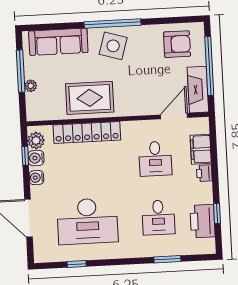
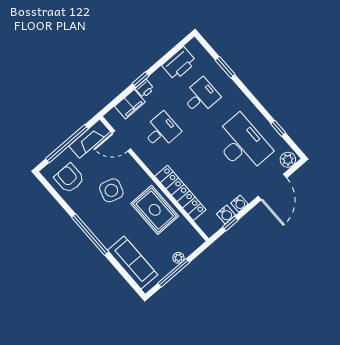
side table: (113, 46) -> (111, 190), moved
plant: (36, 141) -> (288, 160), moved
window: (217, 214) -> (141, 80), moved

